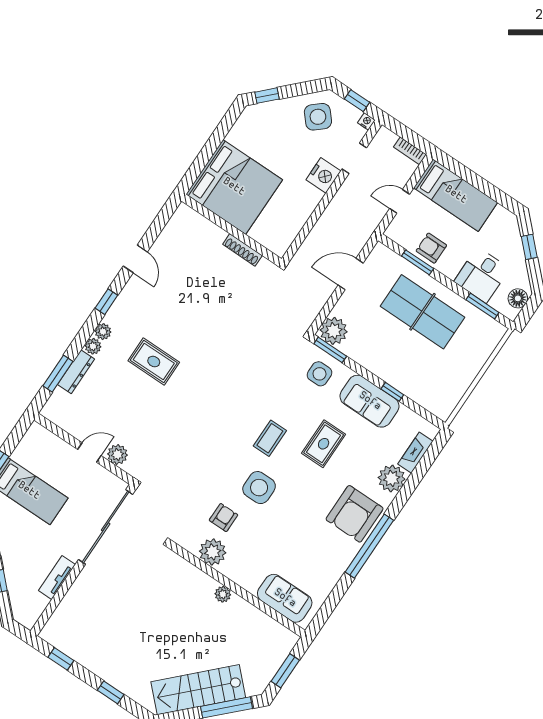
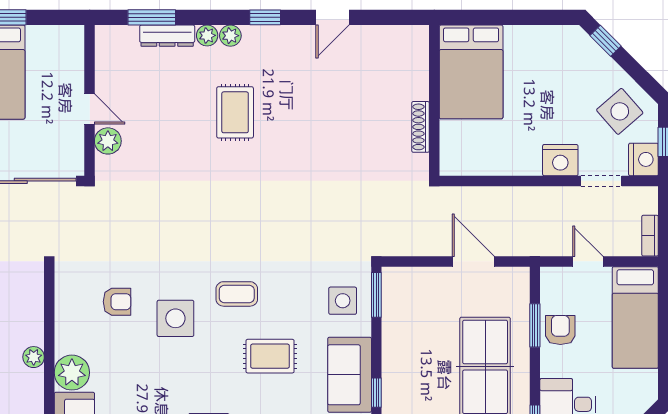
nightstand: (366, 121) -> (643, 159), width x1.89, depth x1.79
bed: (234, 187) -> (471, 72), width x0.73
plant: (334, 331) -> (399, 285), removed
plant: (213, 552) -> (72, 373), moved

